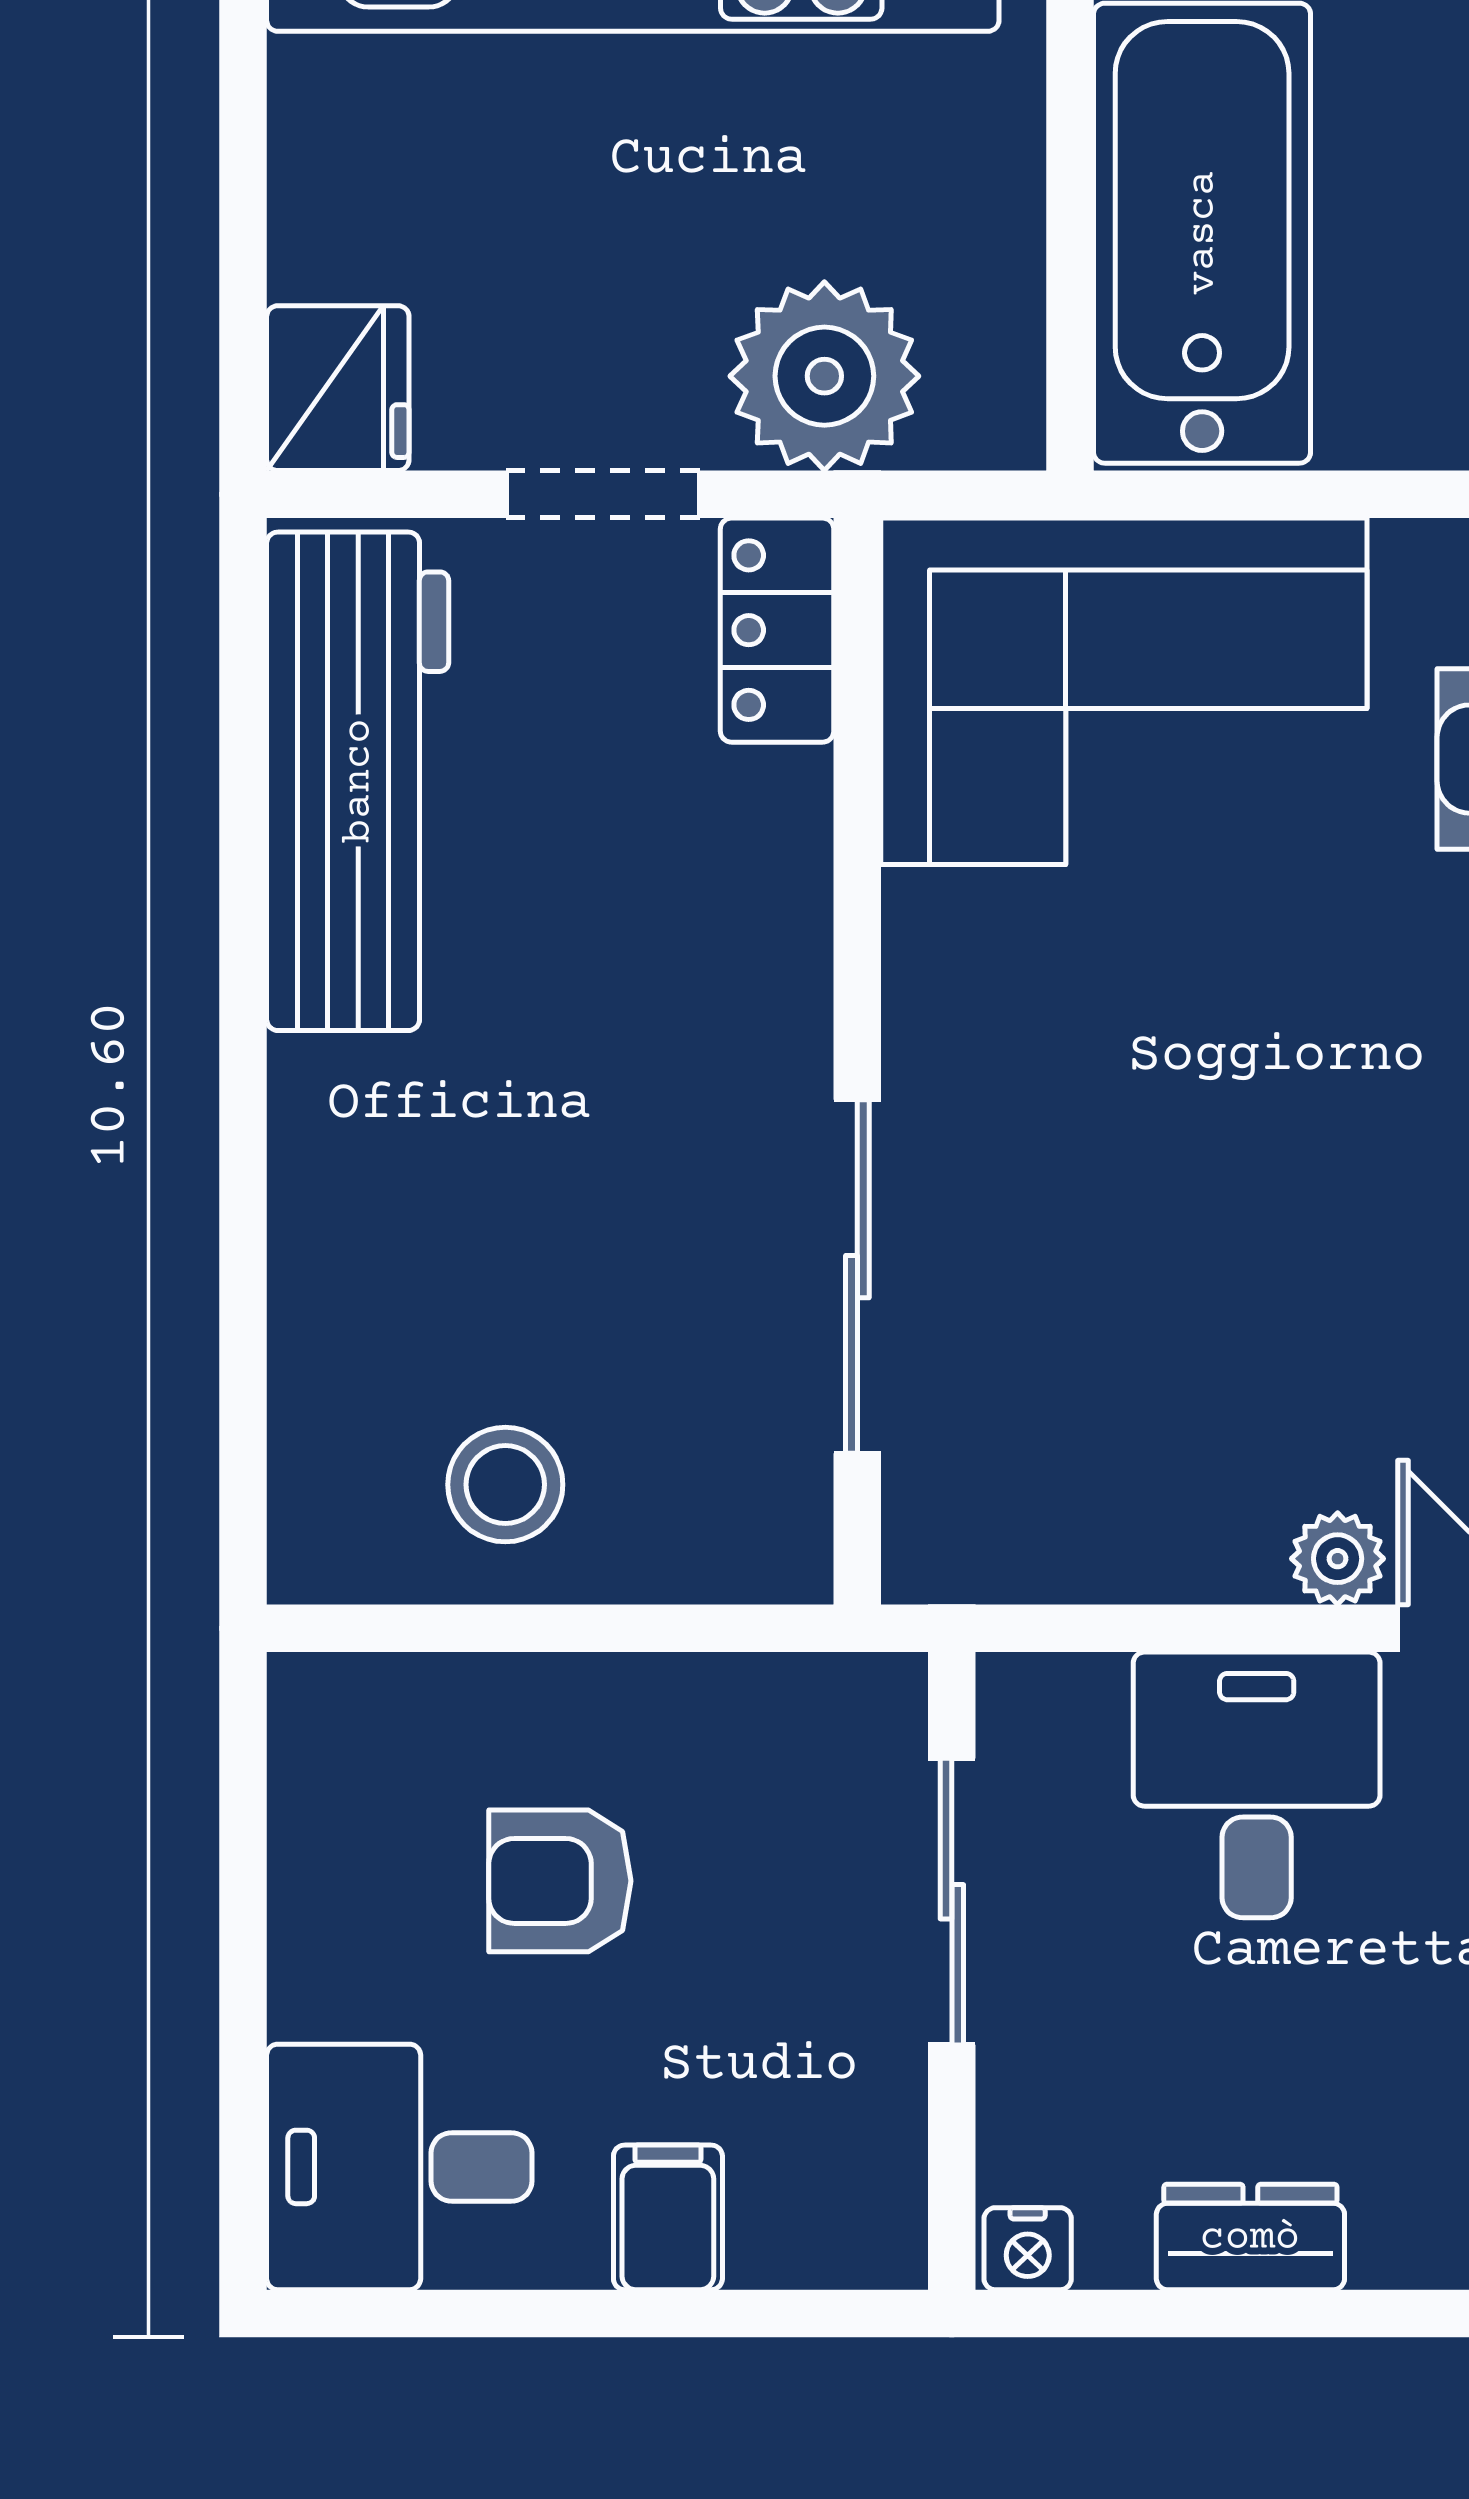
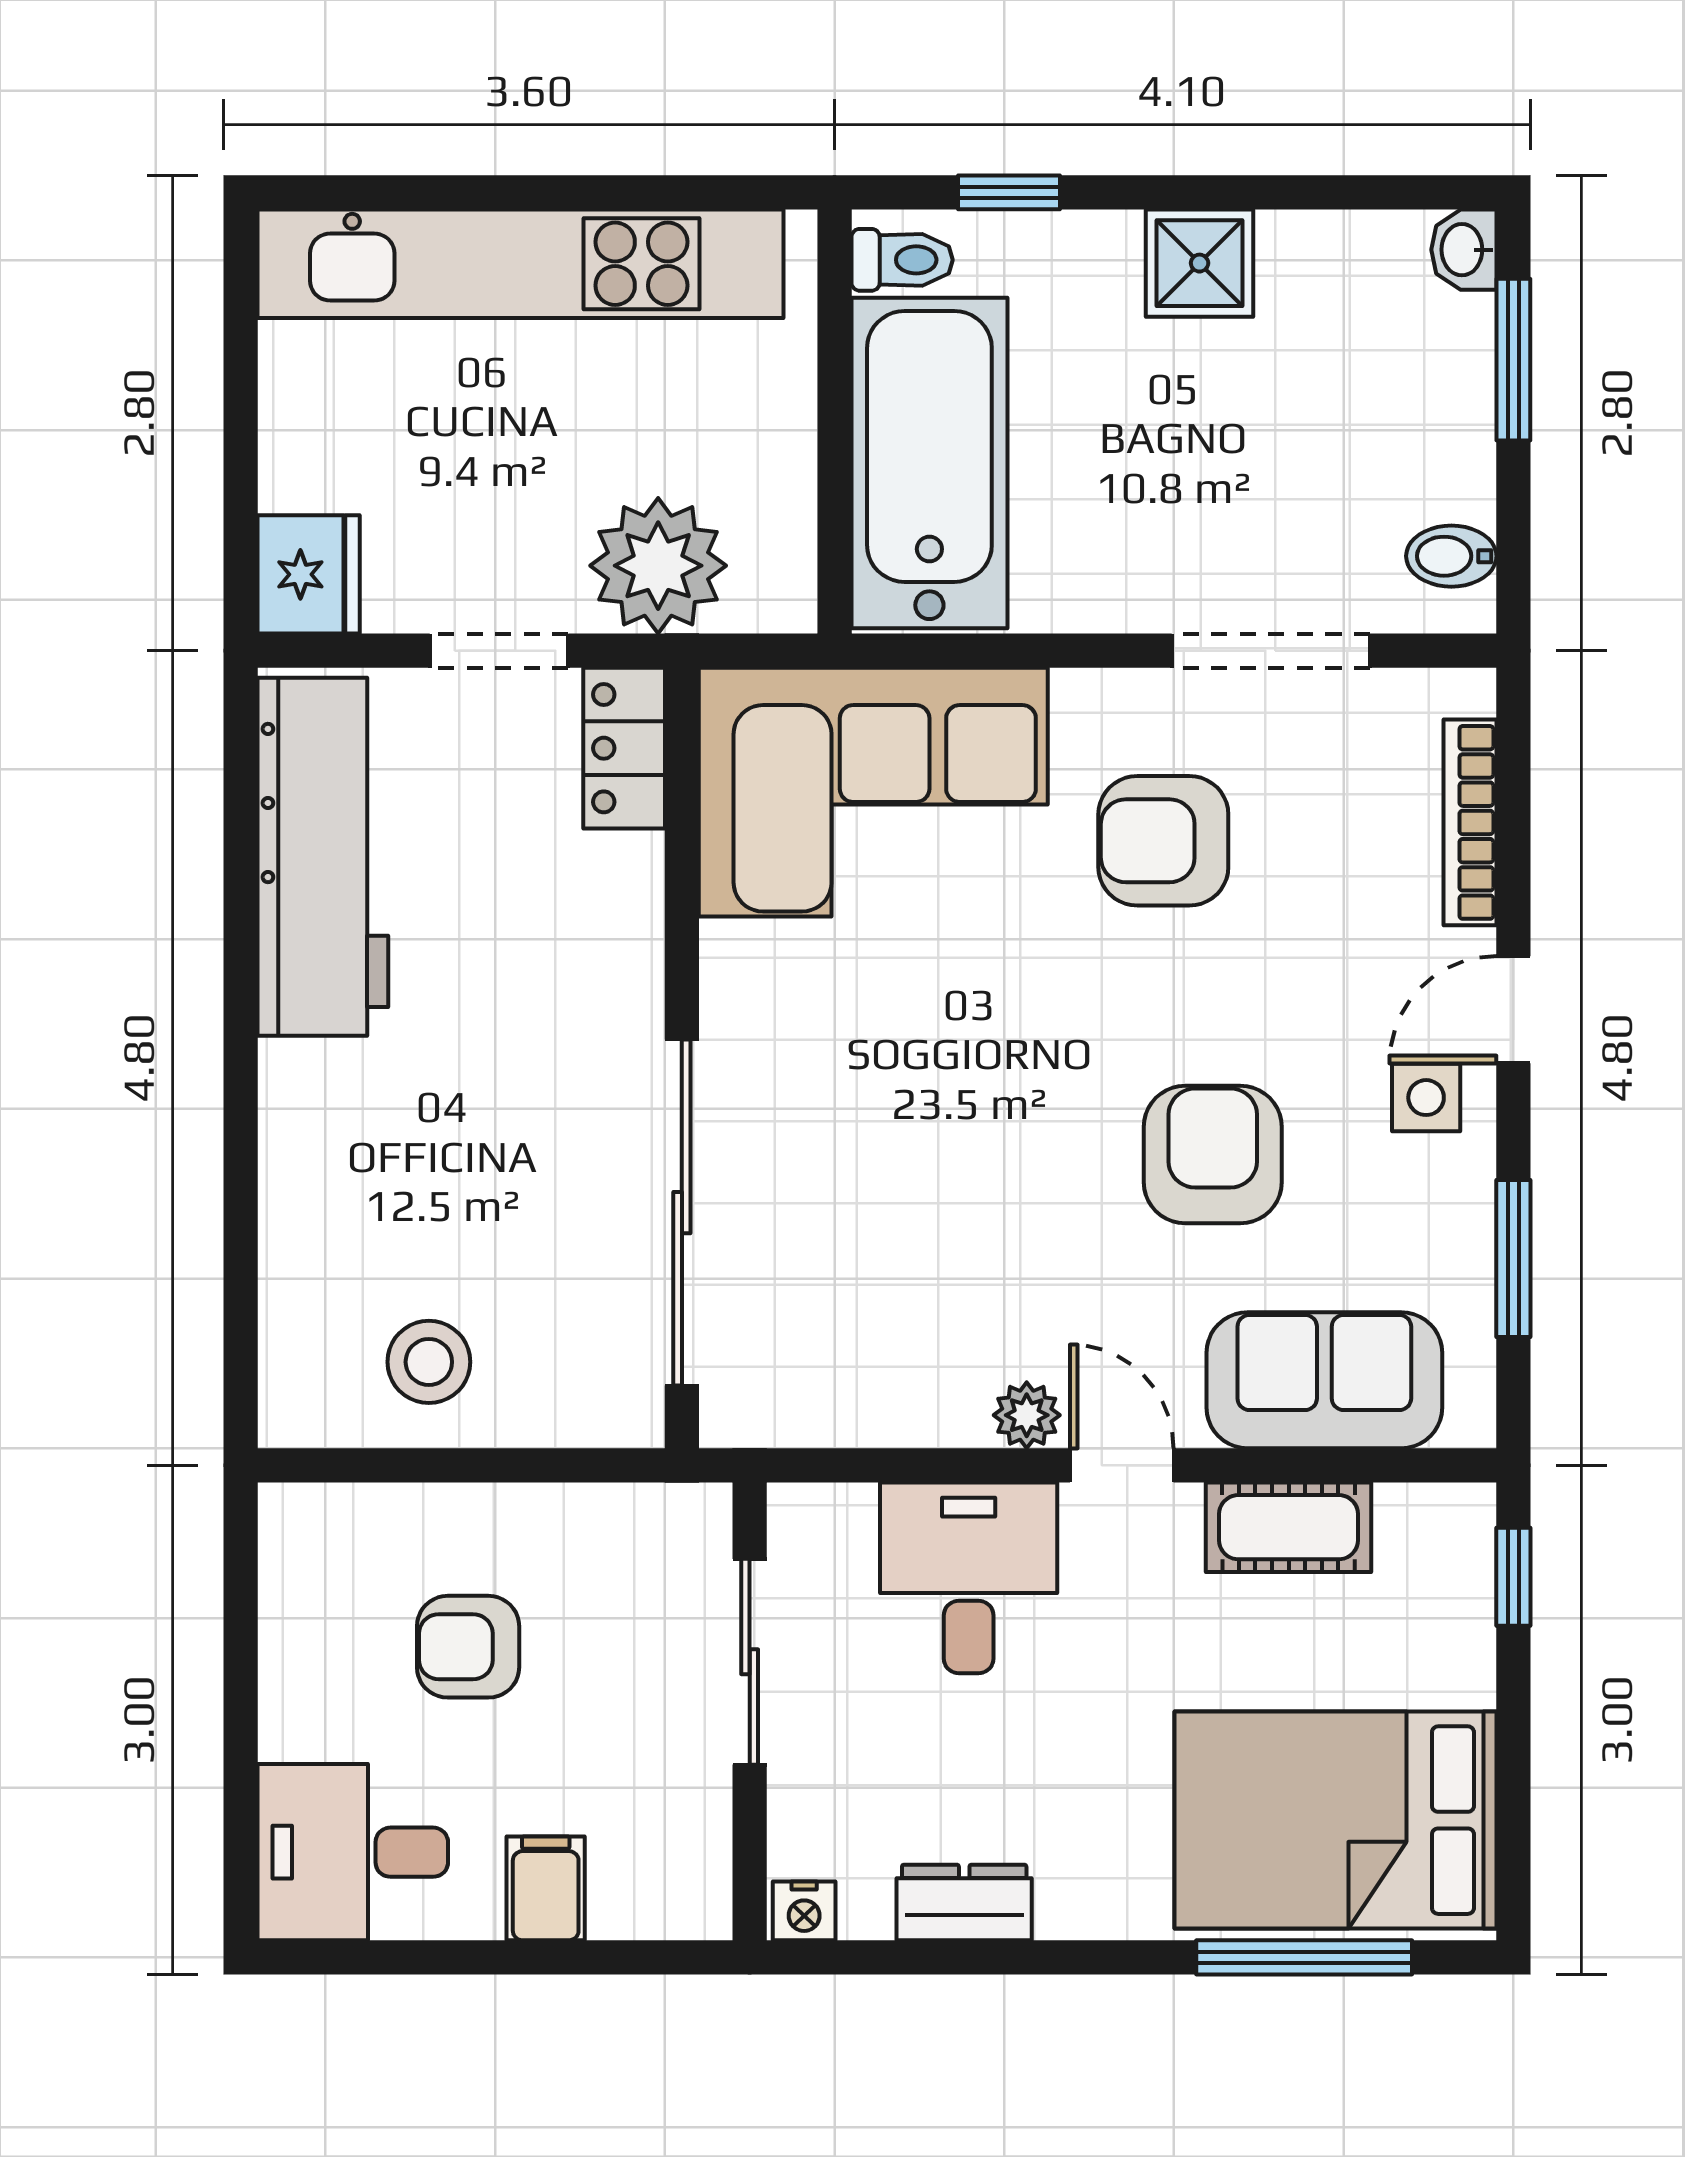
sliding door: (857, 1277) -> (682, 1213), width x1.36

